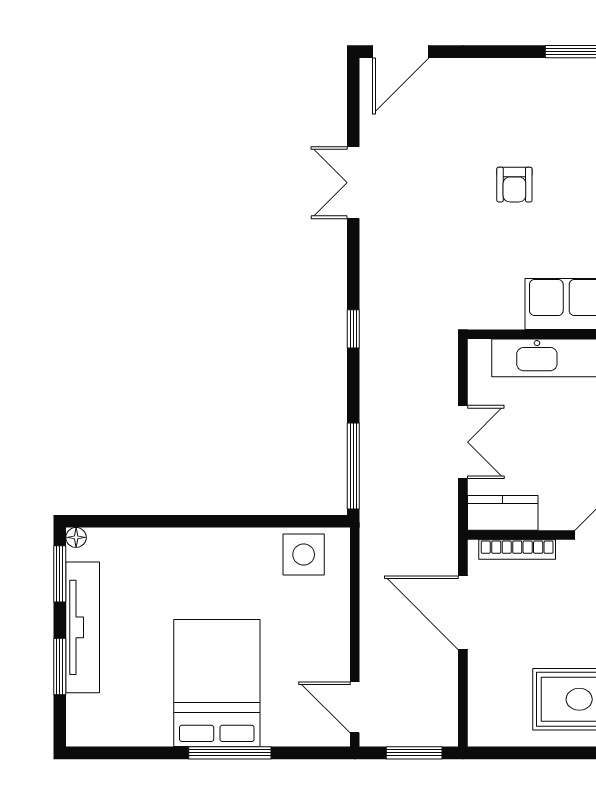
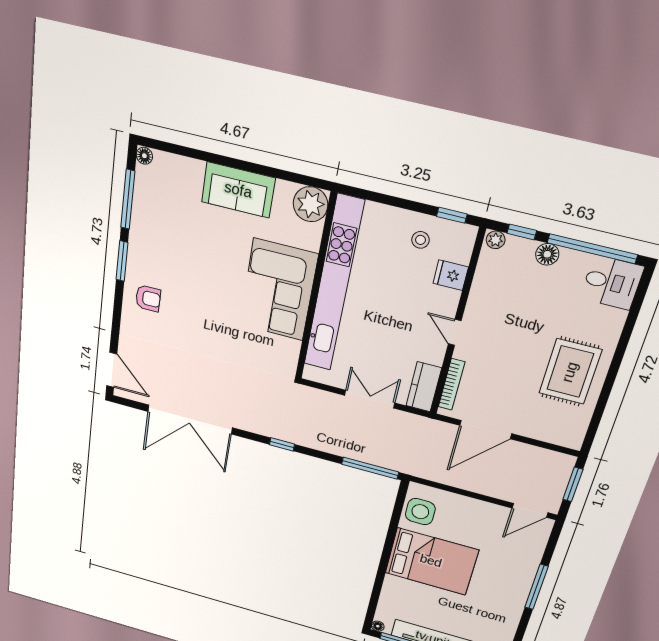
double door: (353, 183) -> (190, 419), width x1.87
armchair: (514, 185) -> (148, 298), moved
bed: (217, 683) -> (431, 561), moved, turned 180

